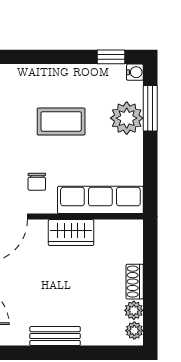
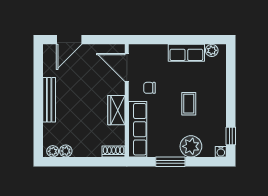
window: (150, 108) -> (170, 162), moved
coffee table: (61, 121) -> (189, 104), width x0.73, depth x0.77
shoe rack: (135, 282) -> (114, 152), moved
bench: (55, 336) -> (49, 100), width x1.36

